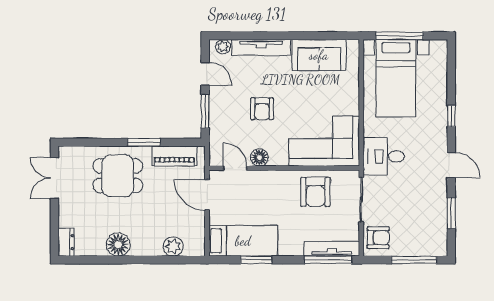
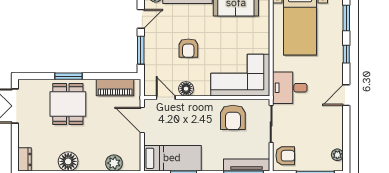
door: (205, 74) -> (141, 19), hinge flipped
window: (144, 142) -> (69, 76), moved
door: (451, 165) -> (346, 95), swing flipped
dining table: (118, 176) -> (68, 104), turned 90
window: (451, 213) -> (346, 18), moved
plant: (441, 236) -> (337, 155), added

